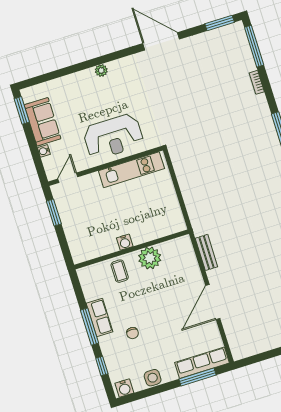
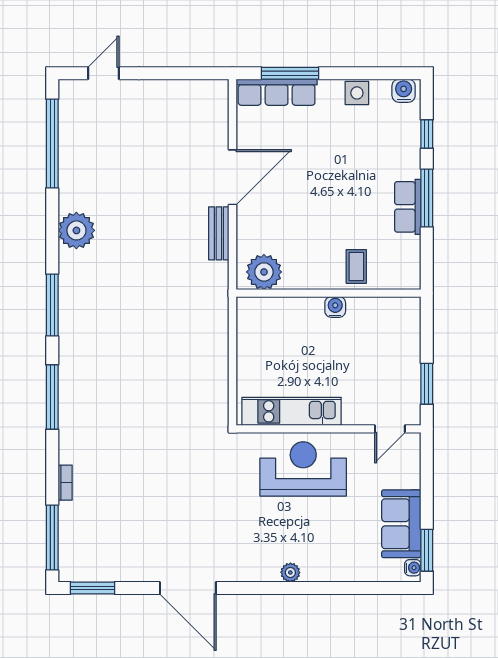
water cooler: (44, 151) -> (413, 568), moved
bench: (206, 252) -> (219, 233), moved
plant: (150, 258) -> (264, 272), moved
chair: (133, 333) -> (366, 168), removed

